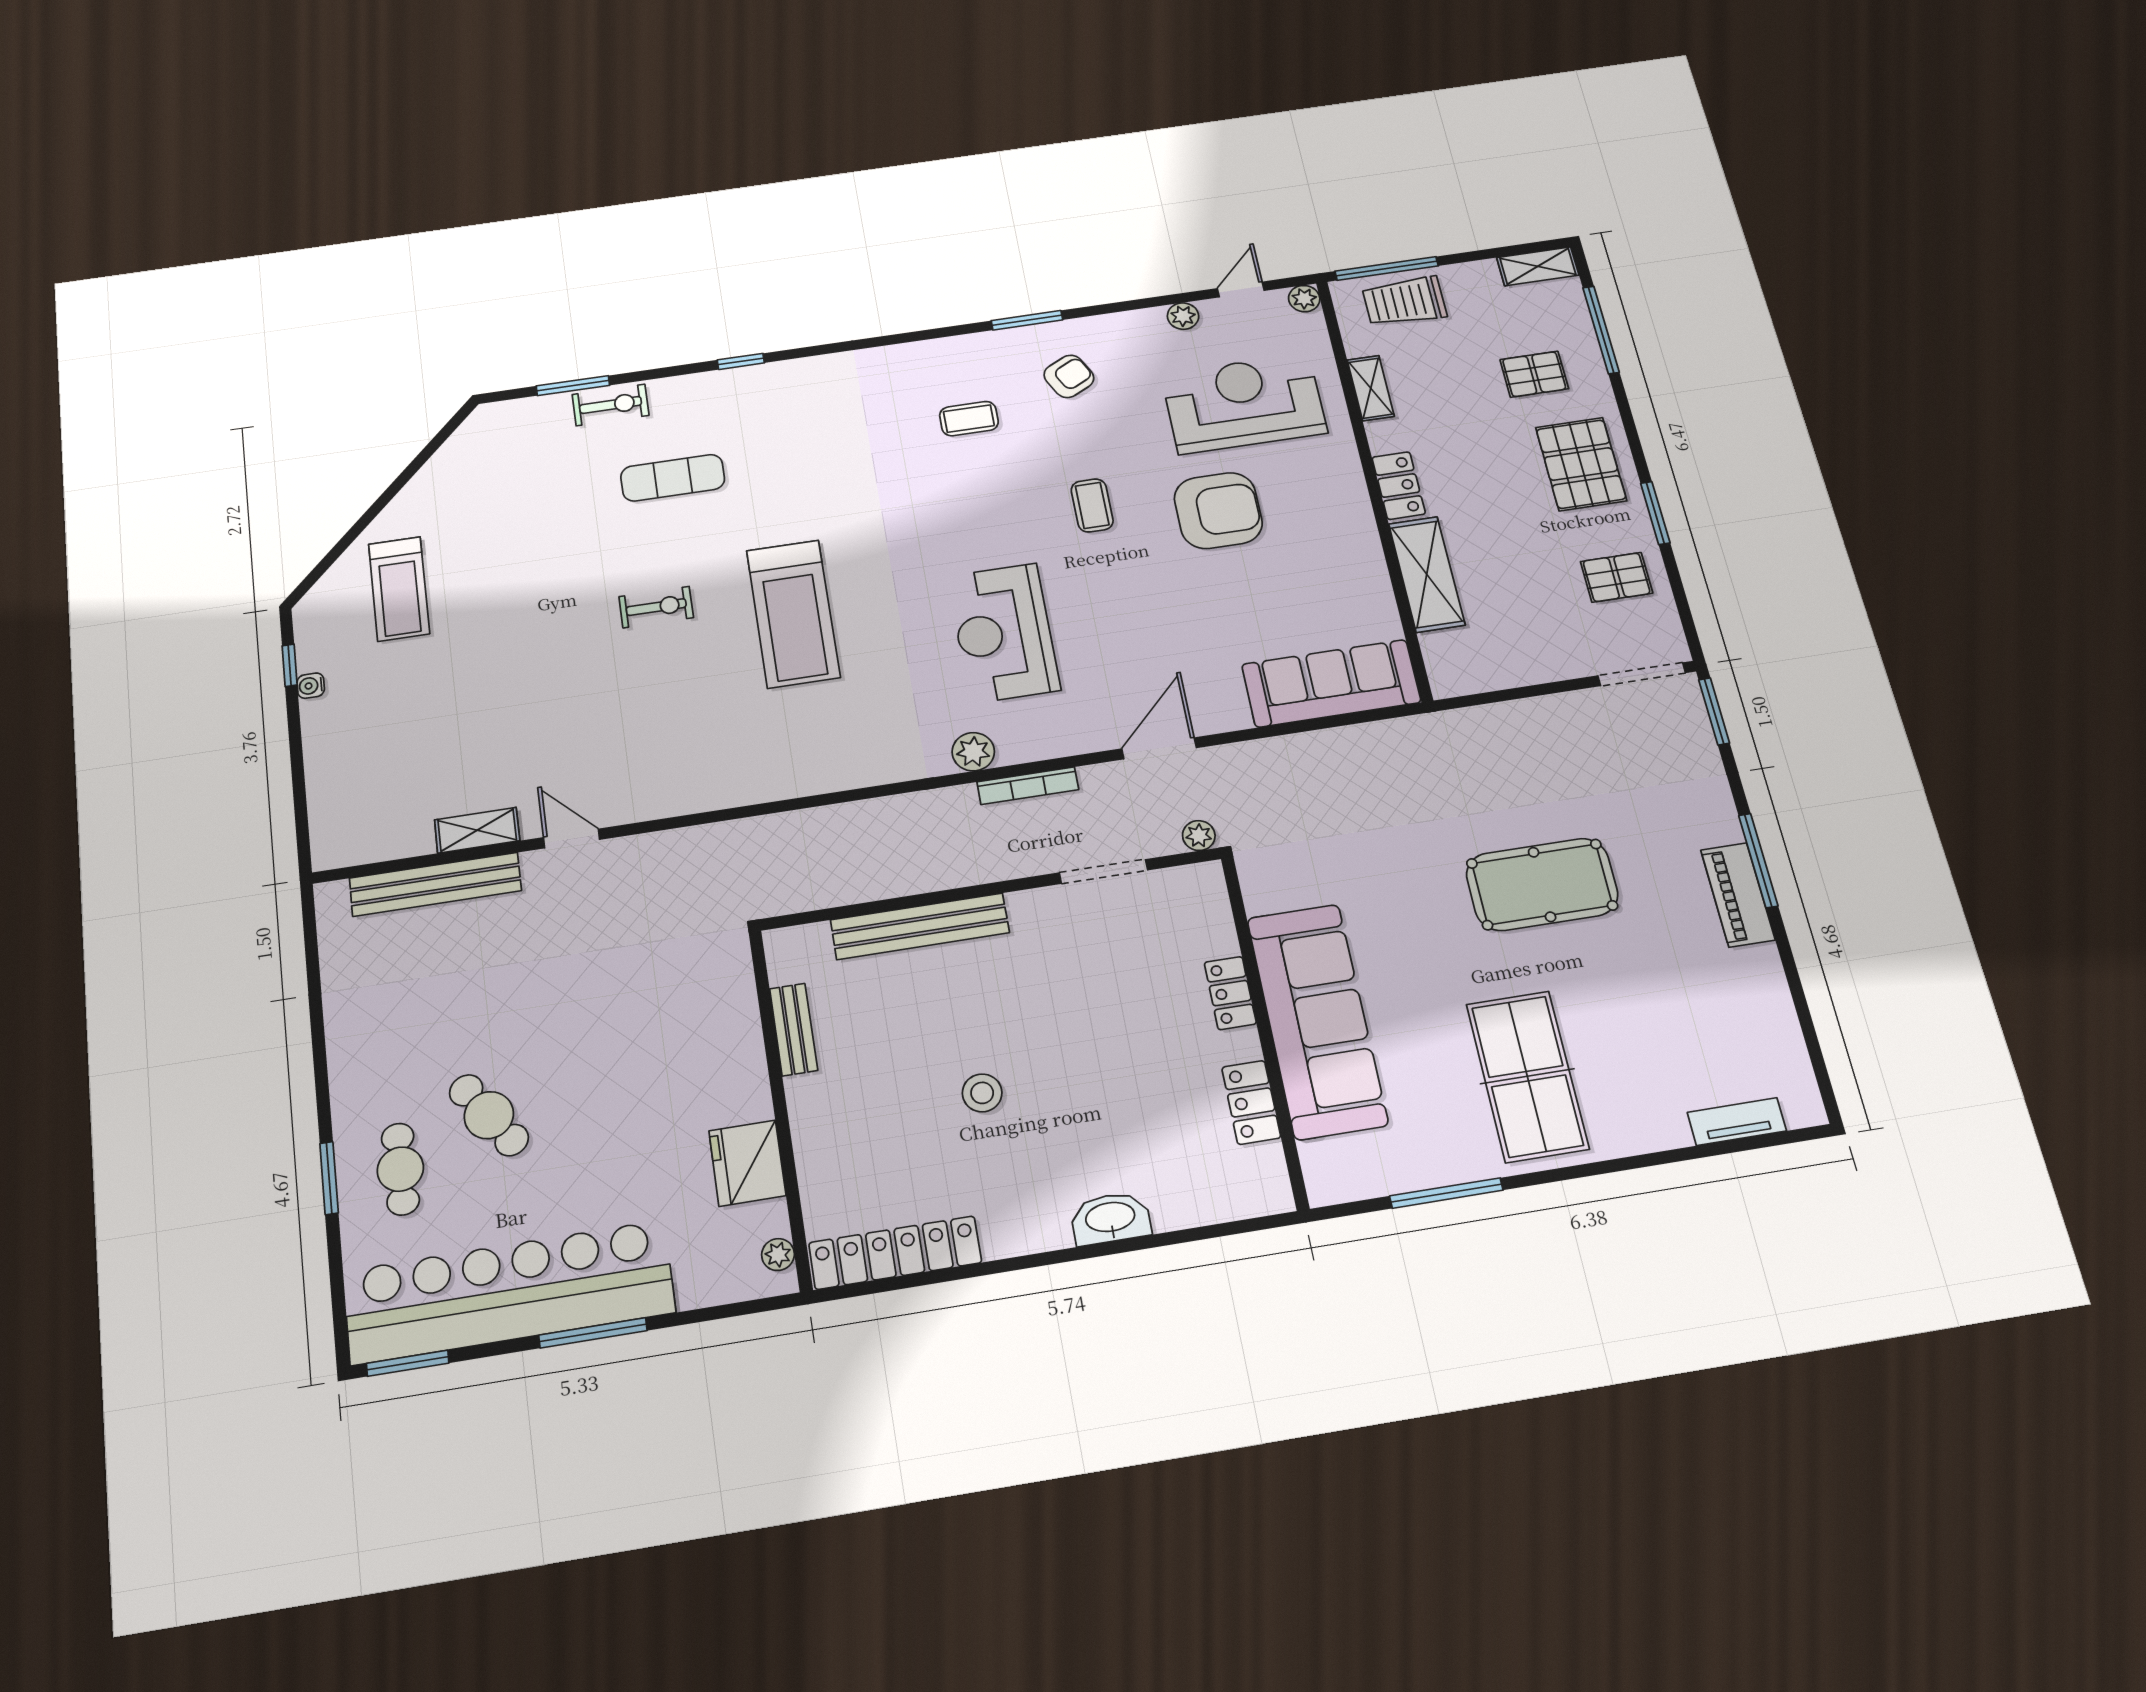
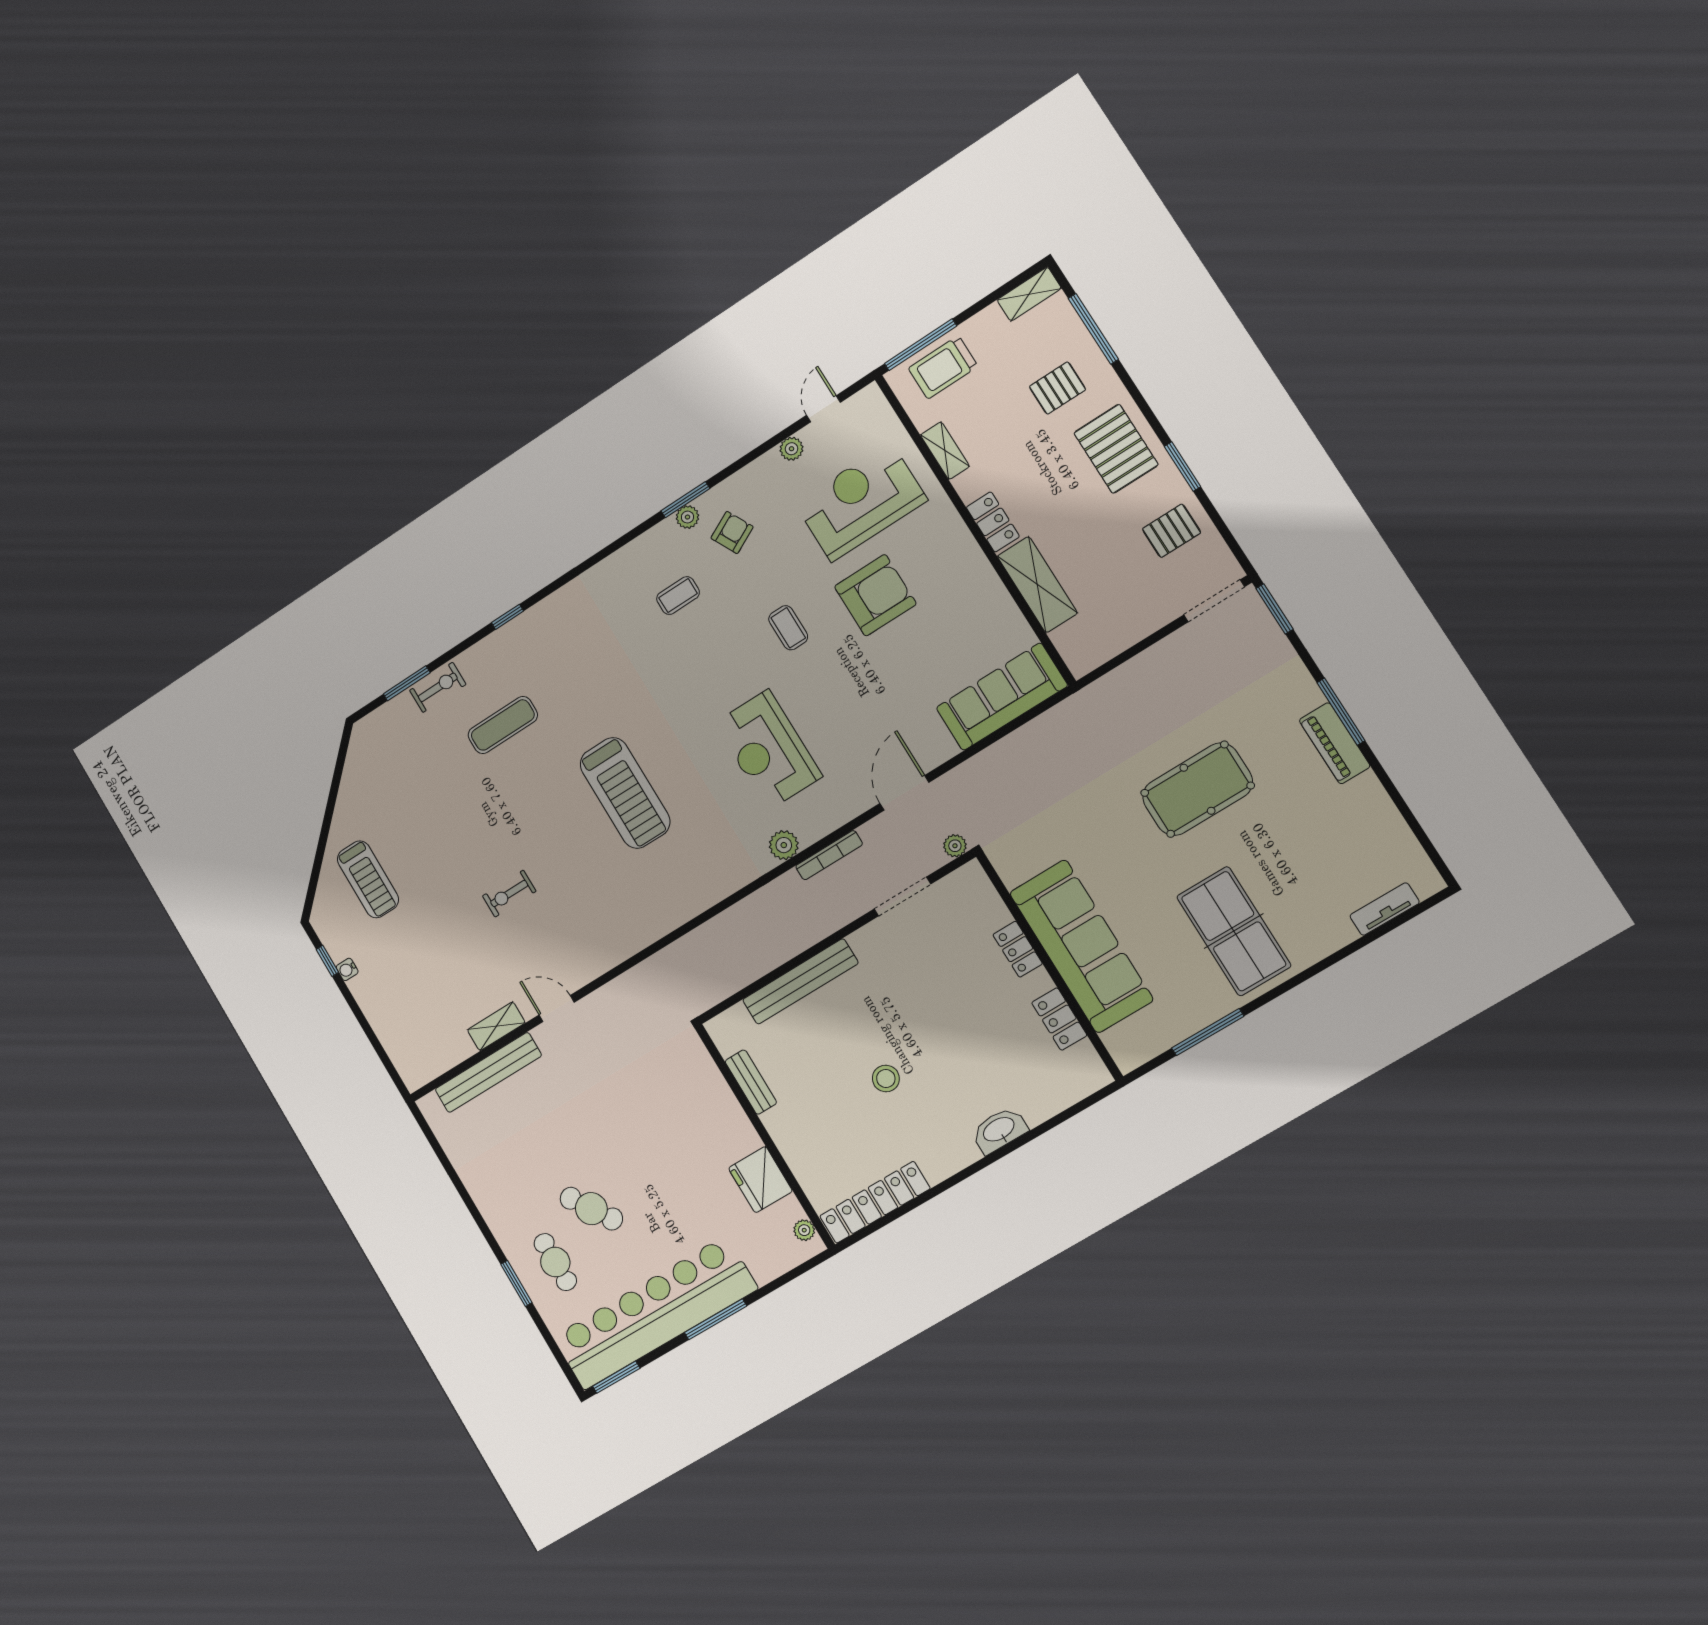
plant: (1304, 299) -> (688, 517), moved
exercise bike: (656, 607) -> (509, 894), moved, turned 180

